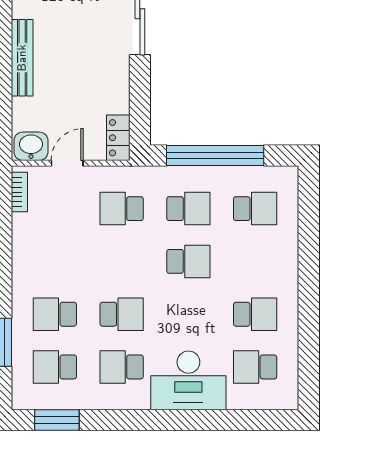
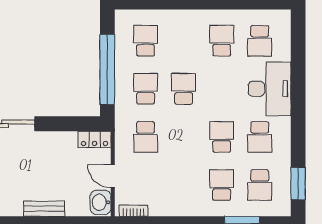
bench: (22, 58) -> (44, 209), width x0.73
school desk: (55, 314) -> (222, 185), turned 180

